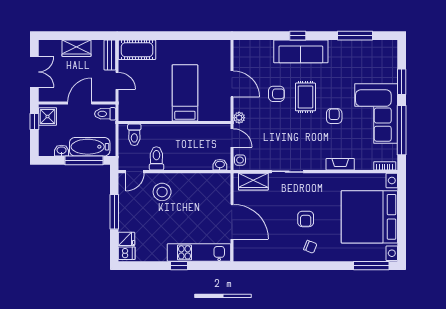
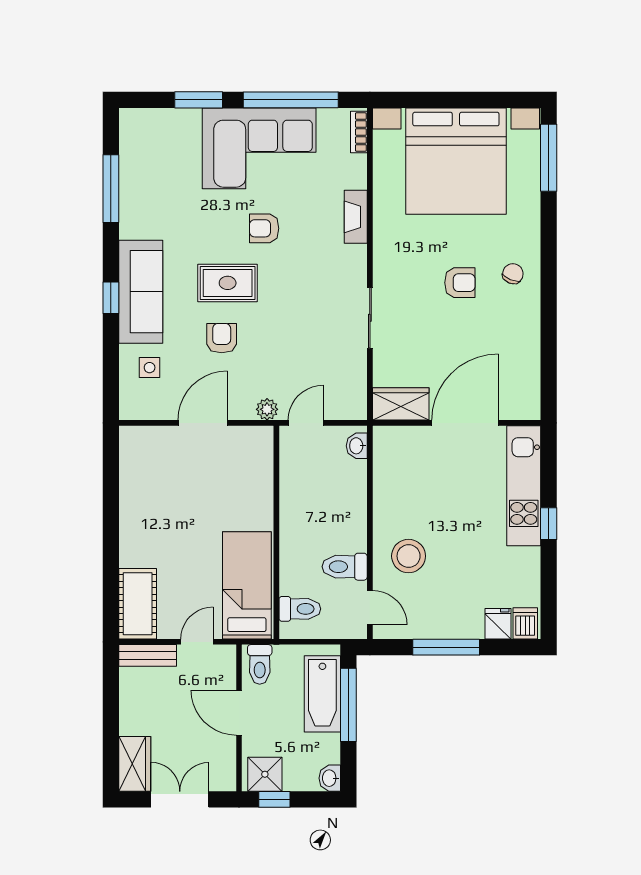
wardrobe: (77, 48) -> (135, 764), moved
bed: (185, 93) -> (247, 585), moved, turned 90
washbasin: (62, 151) -> (330, 778), moved
side table: (240, 160) -> (150, 368), moved
wardrobe: (253, 182) -> (401, 404), moved, turned -90

